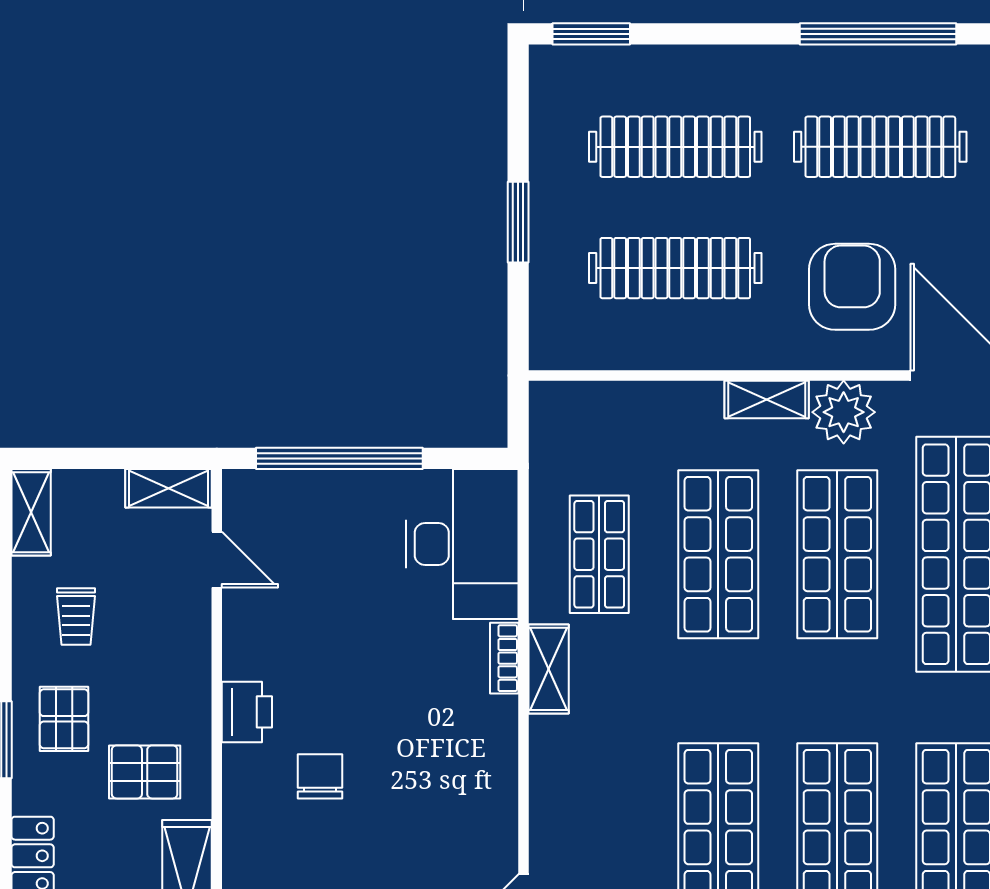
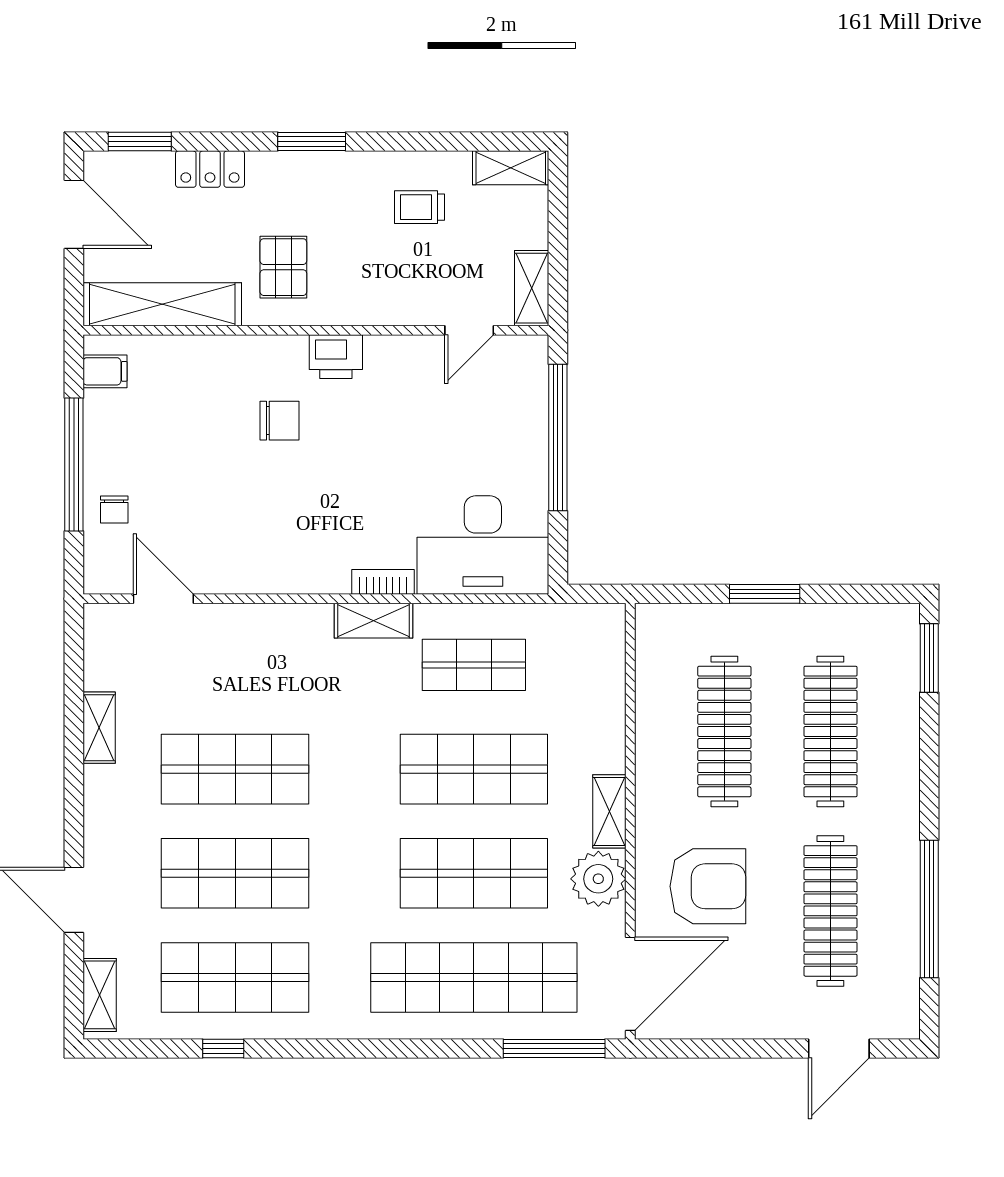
pallet: (64, 719) -> (330, 197), removed

